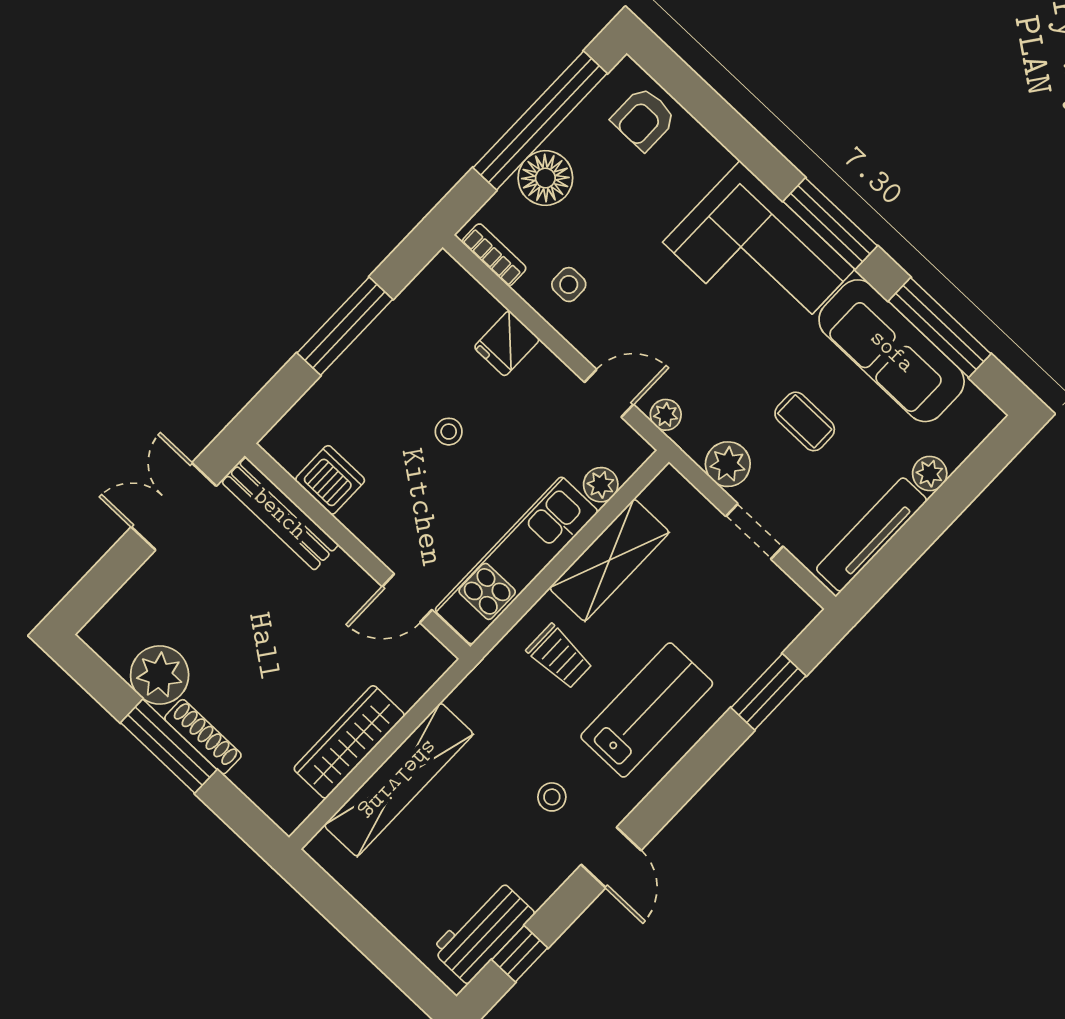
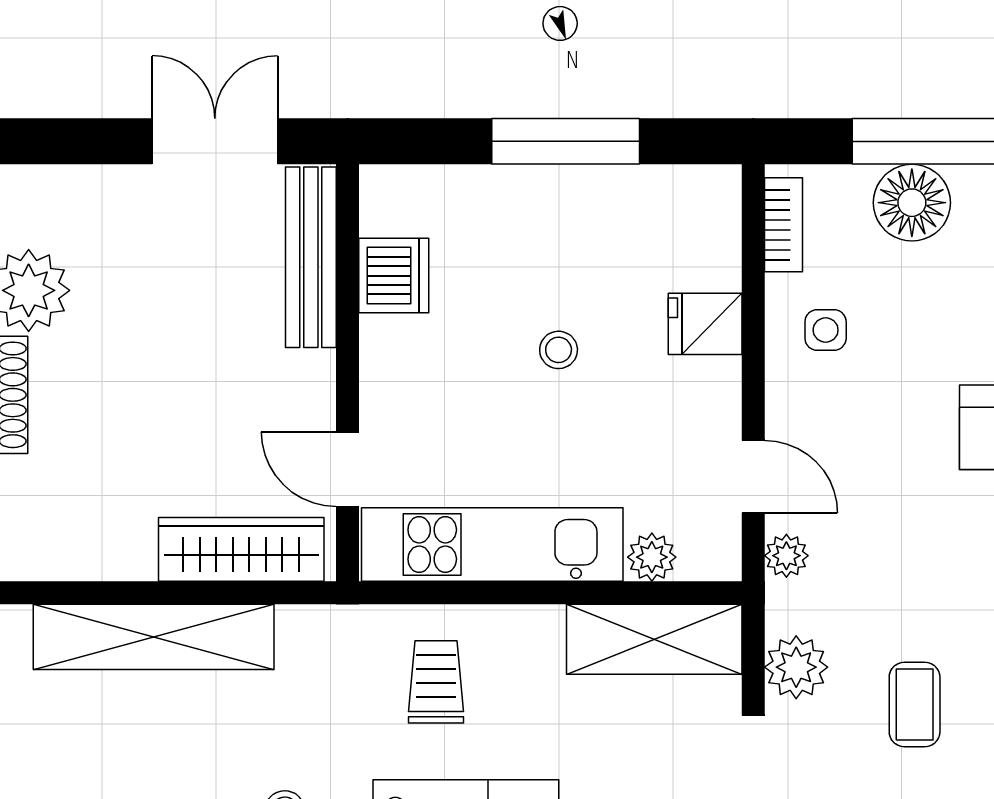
shelving: (609, 560) -> (654, 639), moved
trolley: (560, 657) -> (436, 682), turned 180
wardrobe: (349, 742) -> (241, 549), moved

